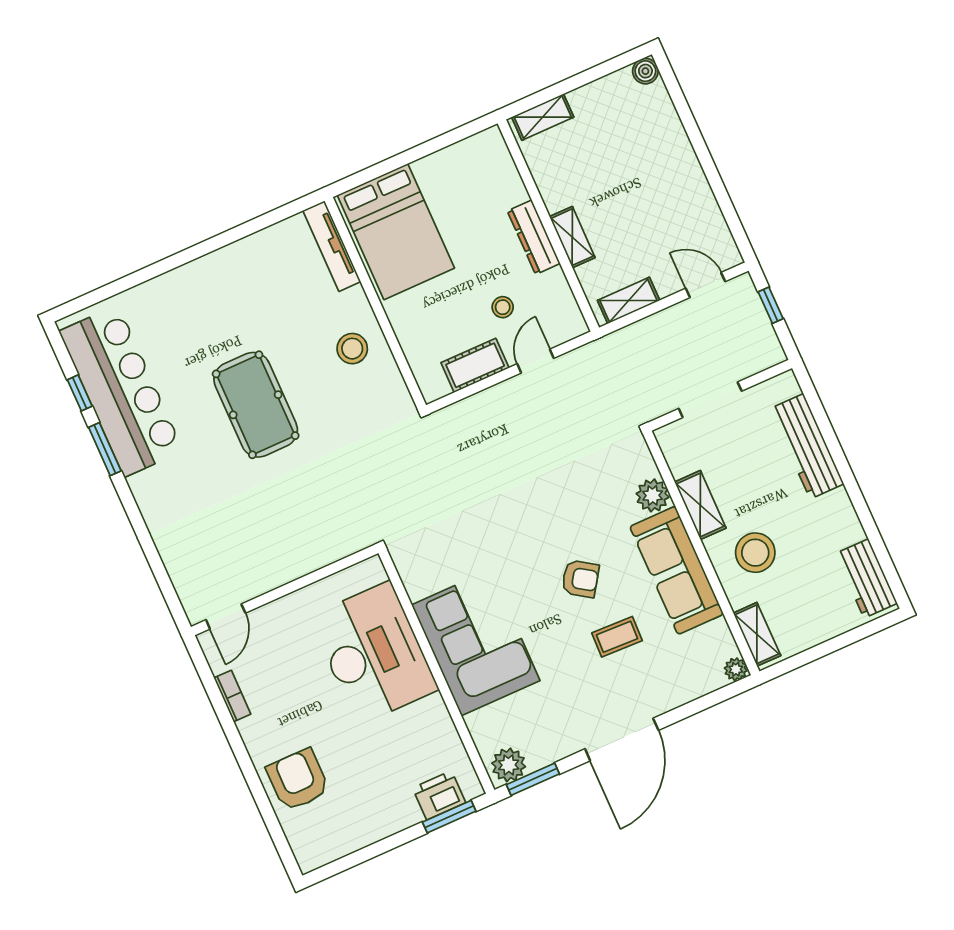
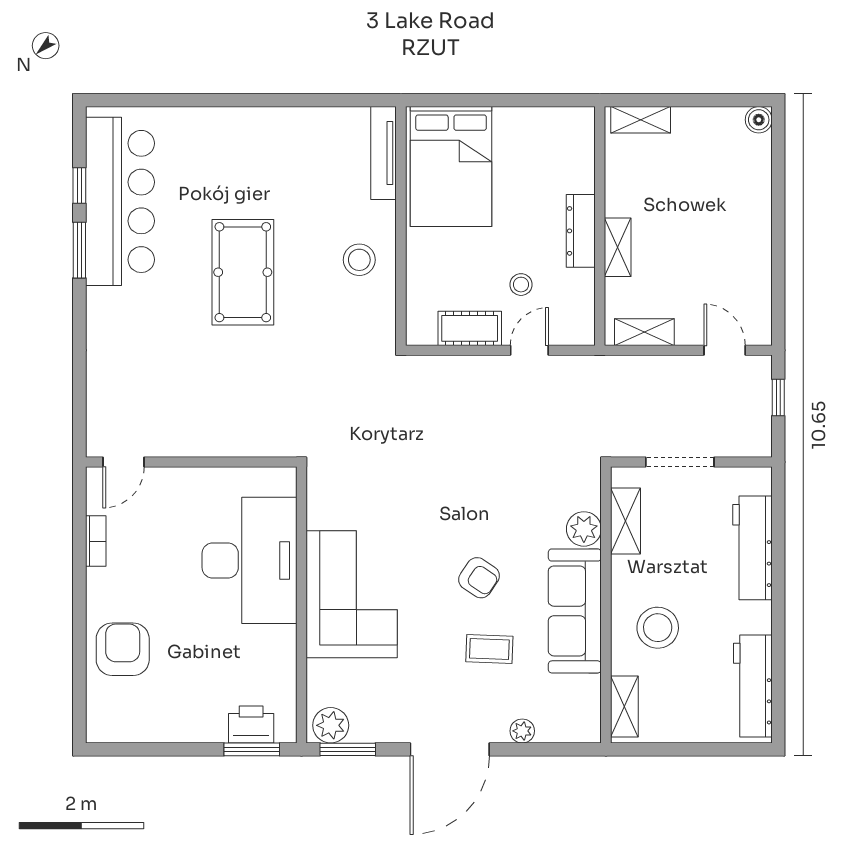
shelving: (700, 505) -> (625, 521), moved
workbench: (866, 578) -> (753, 686), width x1.38
plant: (736, 669) -> (522, 731), moved

